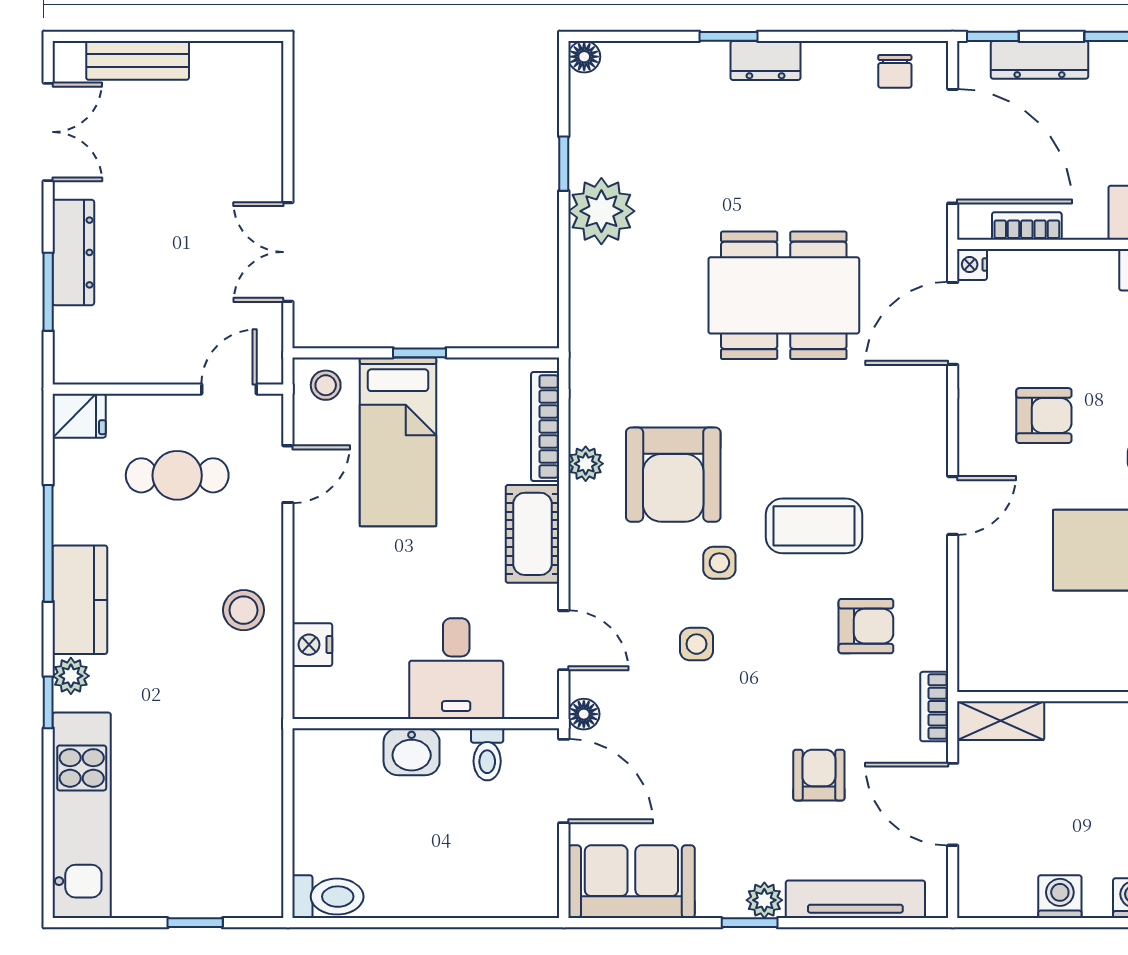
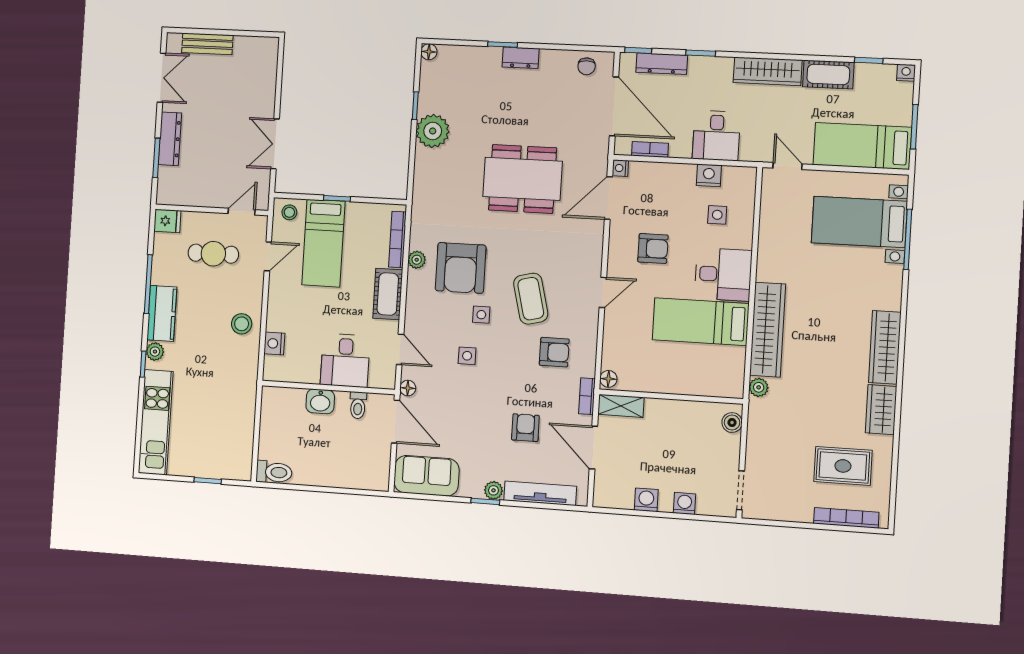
coffee table: (814, 526) -> (531, 299), turned 76
floor lamp: (974, 671) -> (608, 379), added

